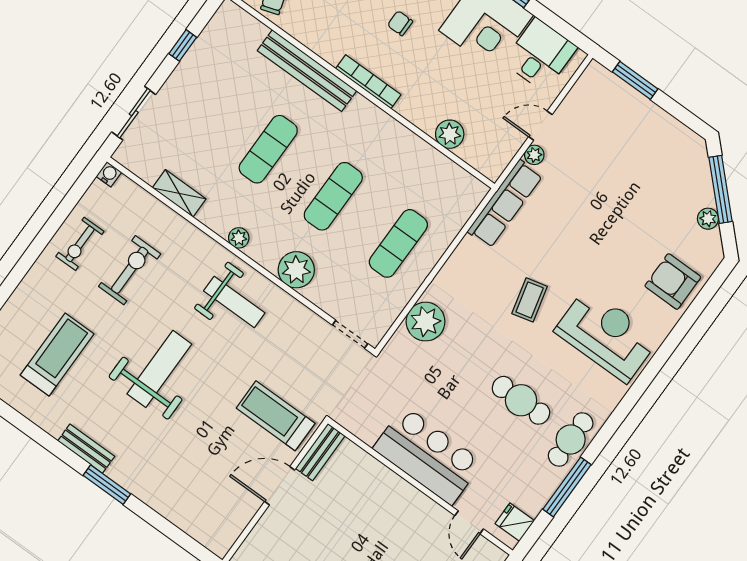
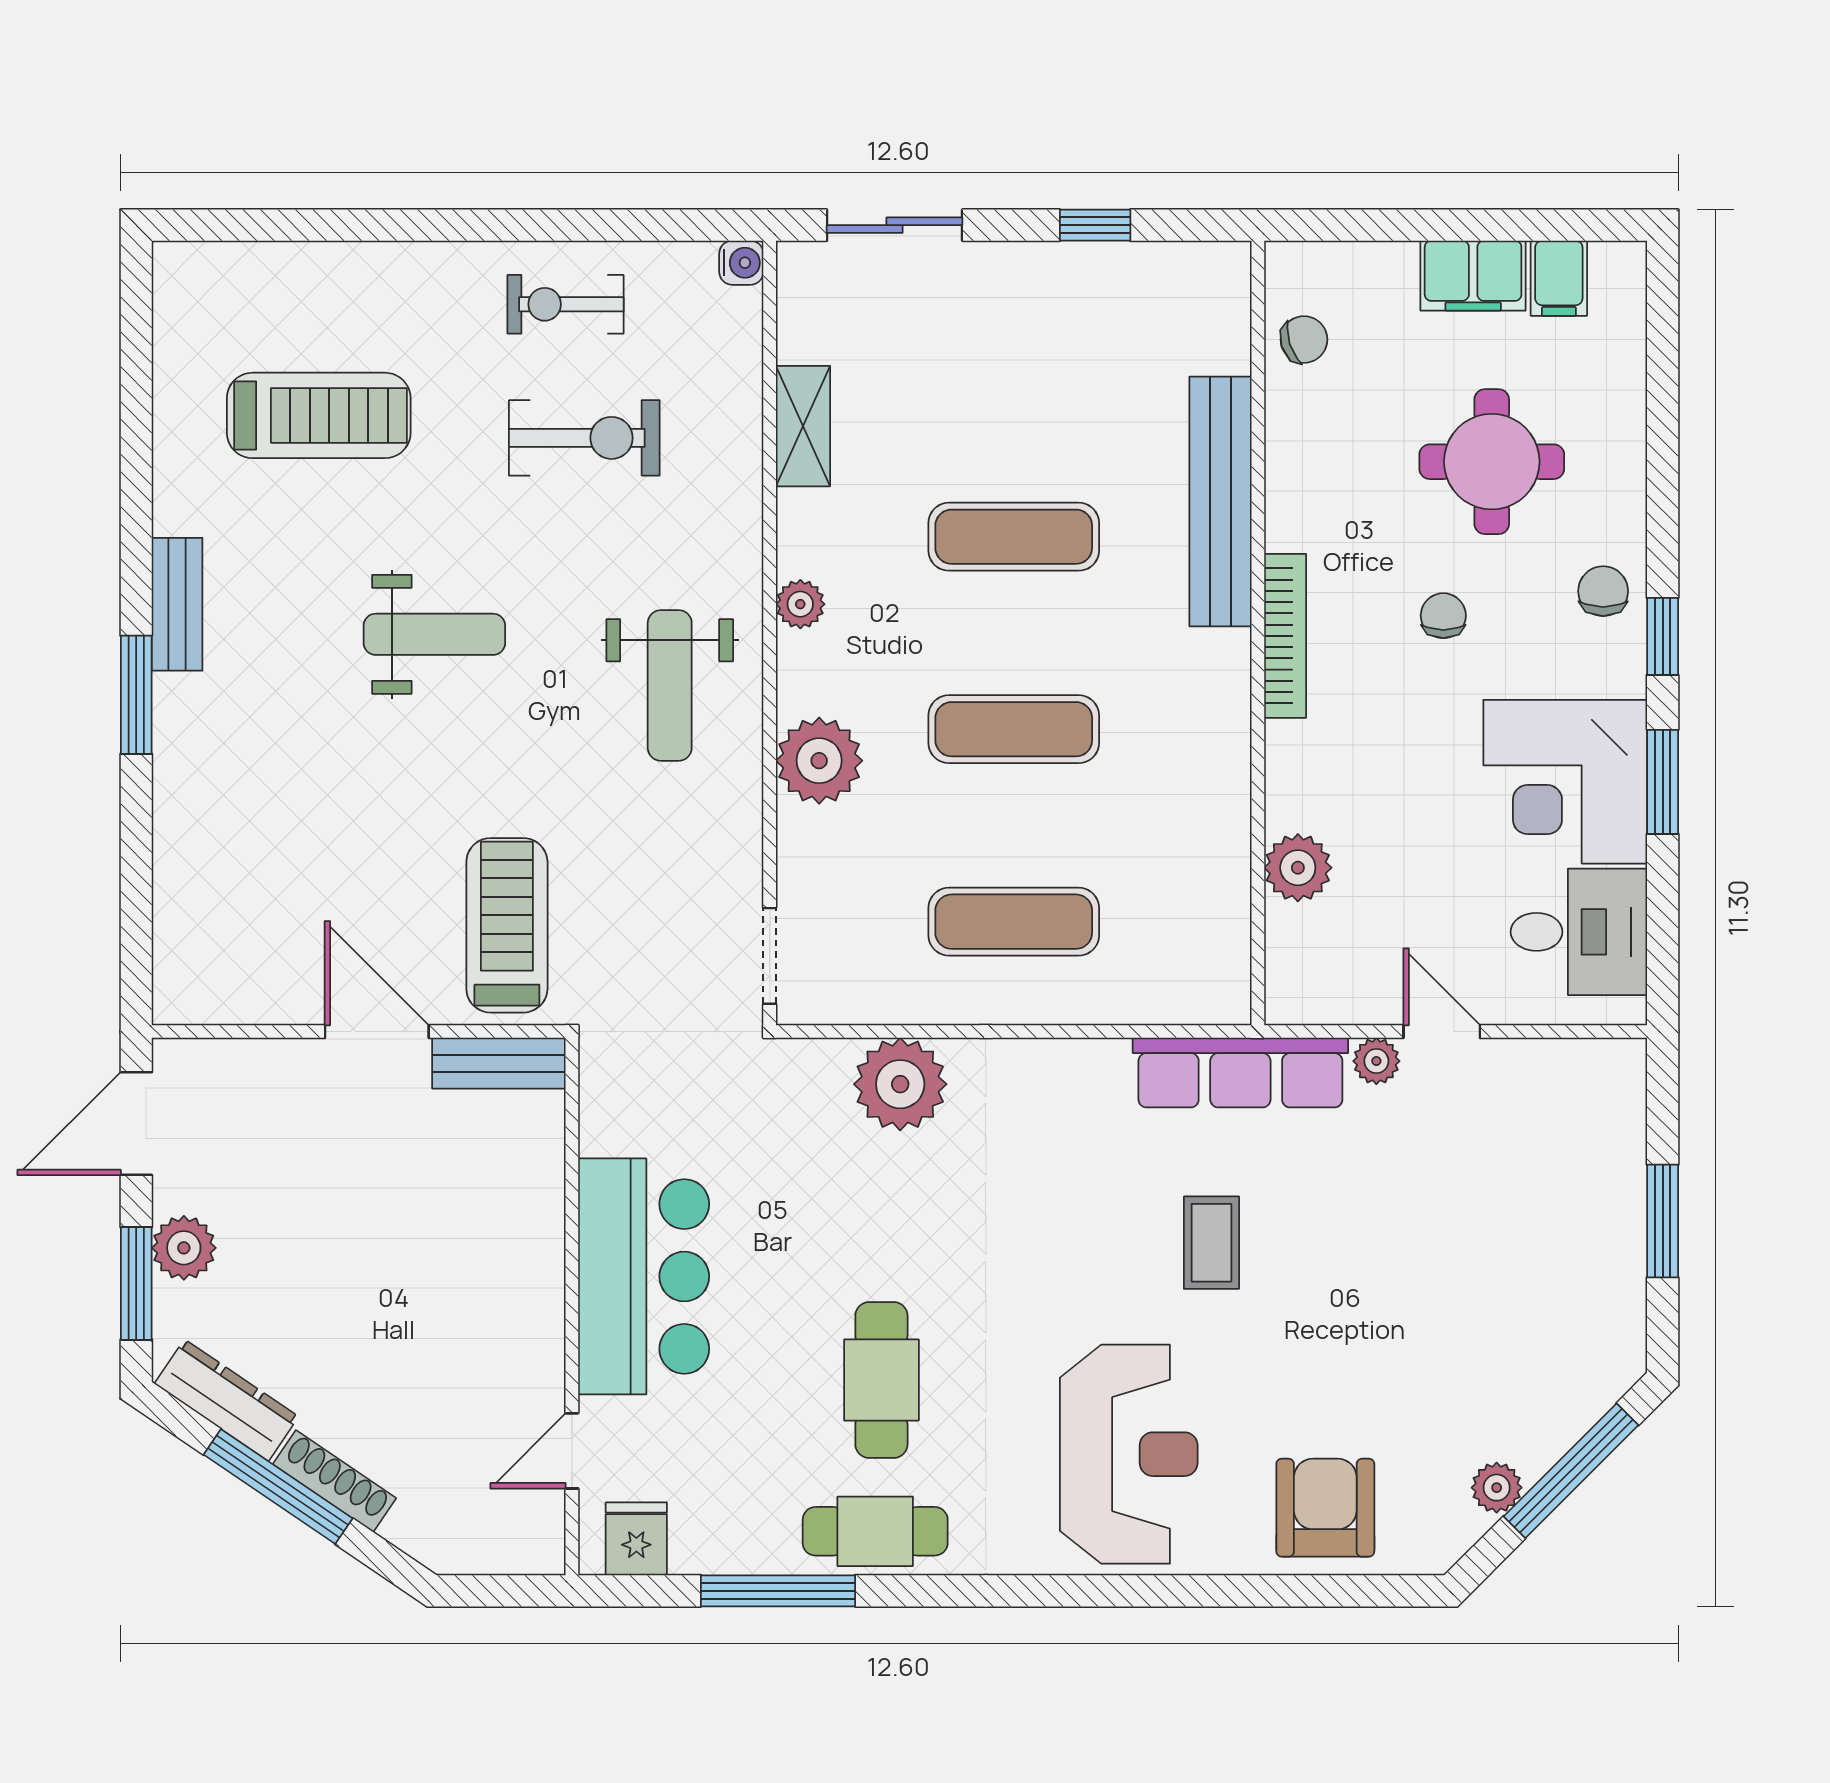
window: (635, 80) -> (1663, 1221), moved
coffee table: (530, 300) -> (1211, 1243), moved, turned -76
weight bench: (159, 369) -> (434, 634), width x0.73, depth x0.75

